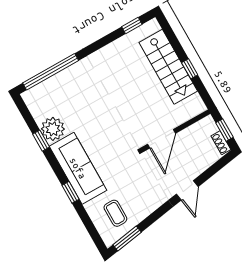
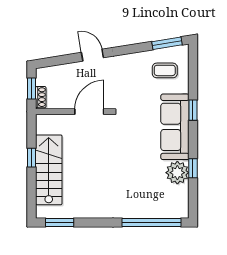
window: (132, 26) -> (60, 223), width x1.50
shoe rack: (221, 143) -> (41, 97), moved
door: (187, 190) -> (92, 55), hinge flipped
coffee table: (115, 213) -> (165, 70), turned 90

